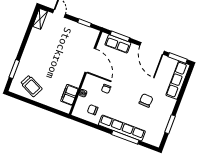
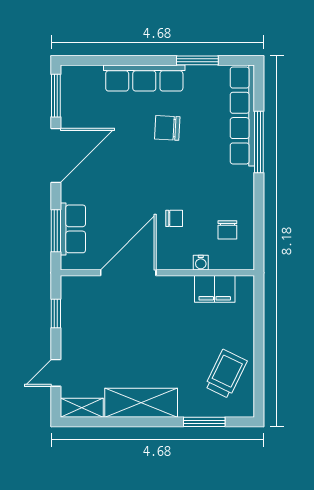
shelving: (33, 45) -> (141, 403), added
row of seats: (178, 80) -> (144, 78), moved
row of seats: (122, 128) -> (242, 115), moved

